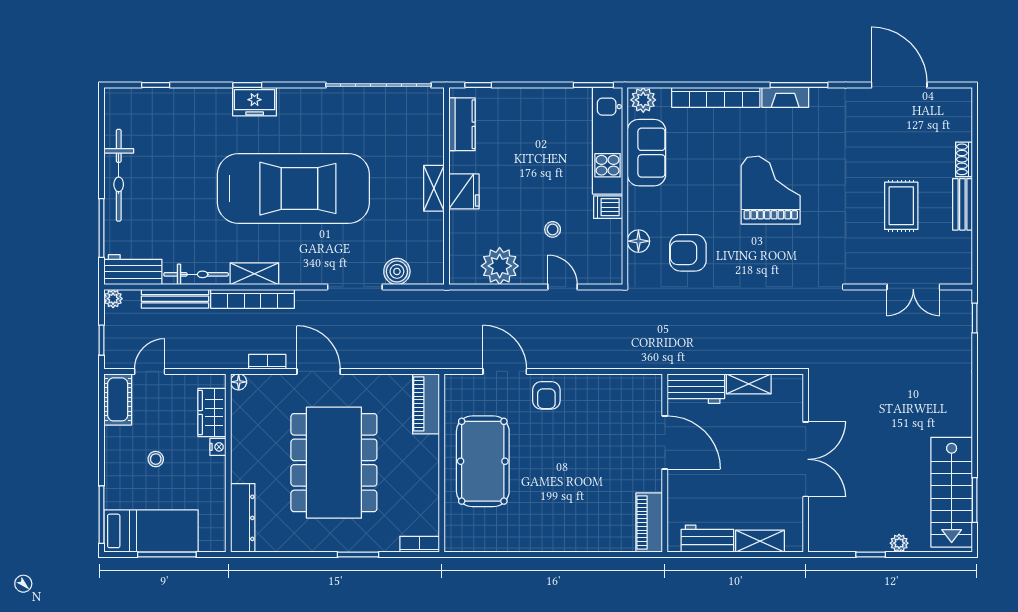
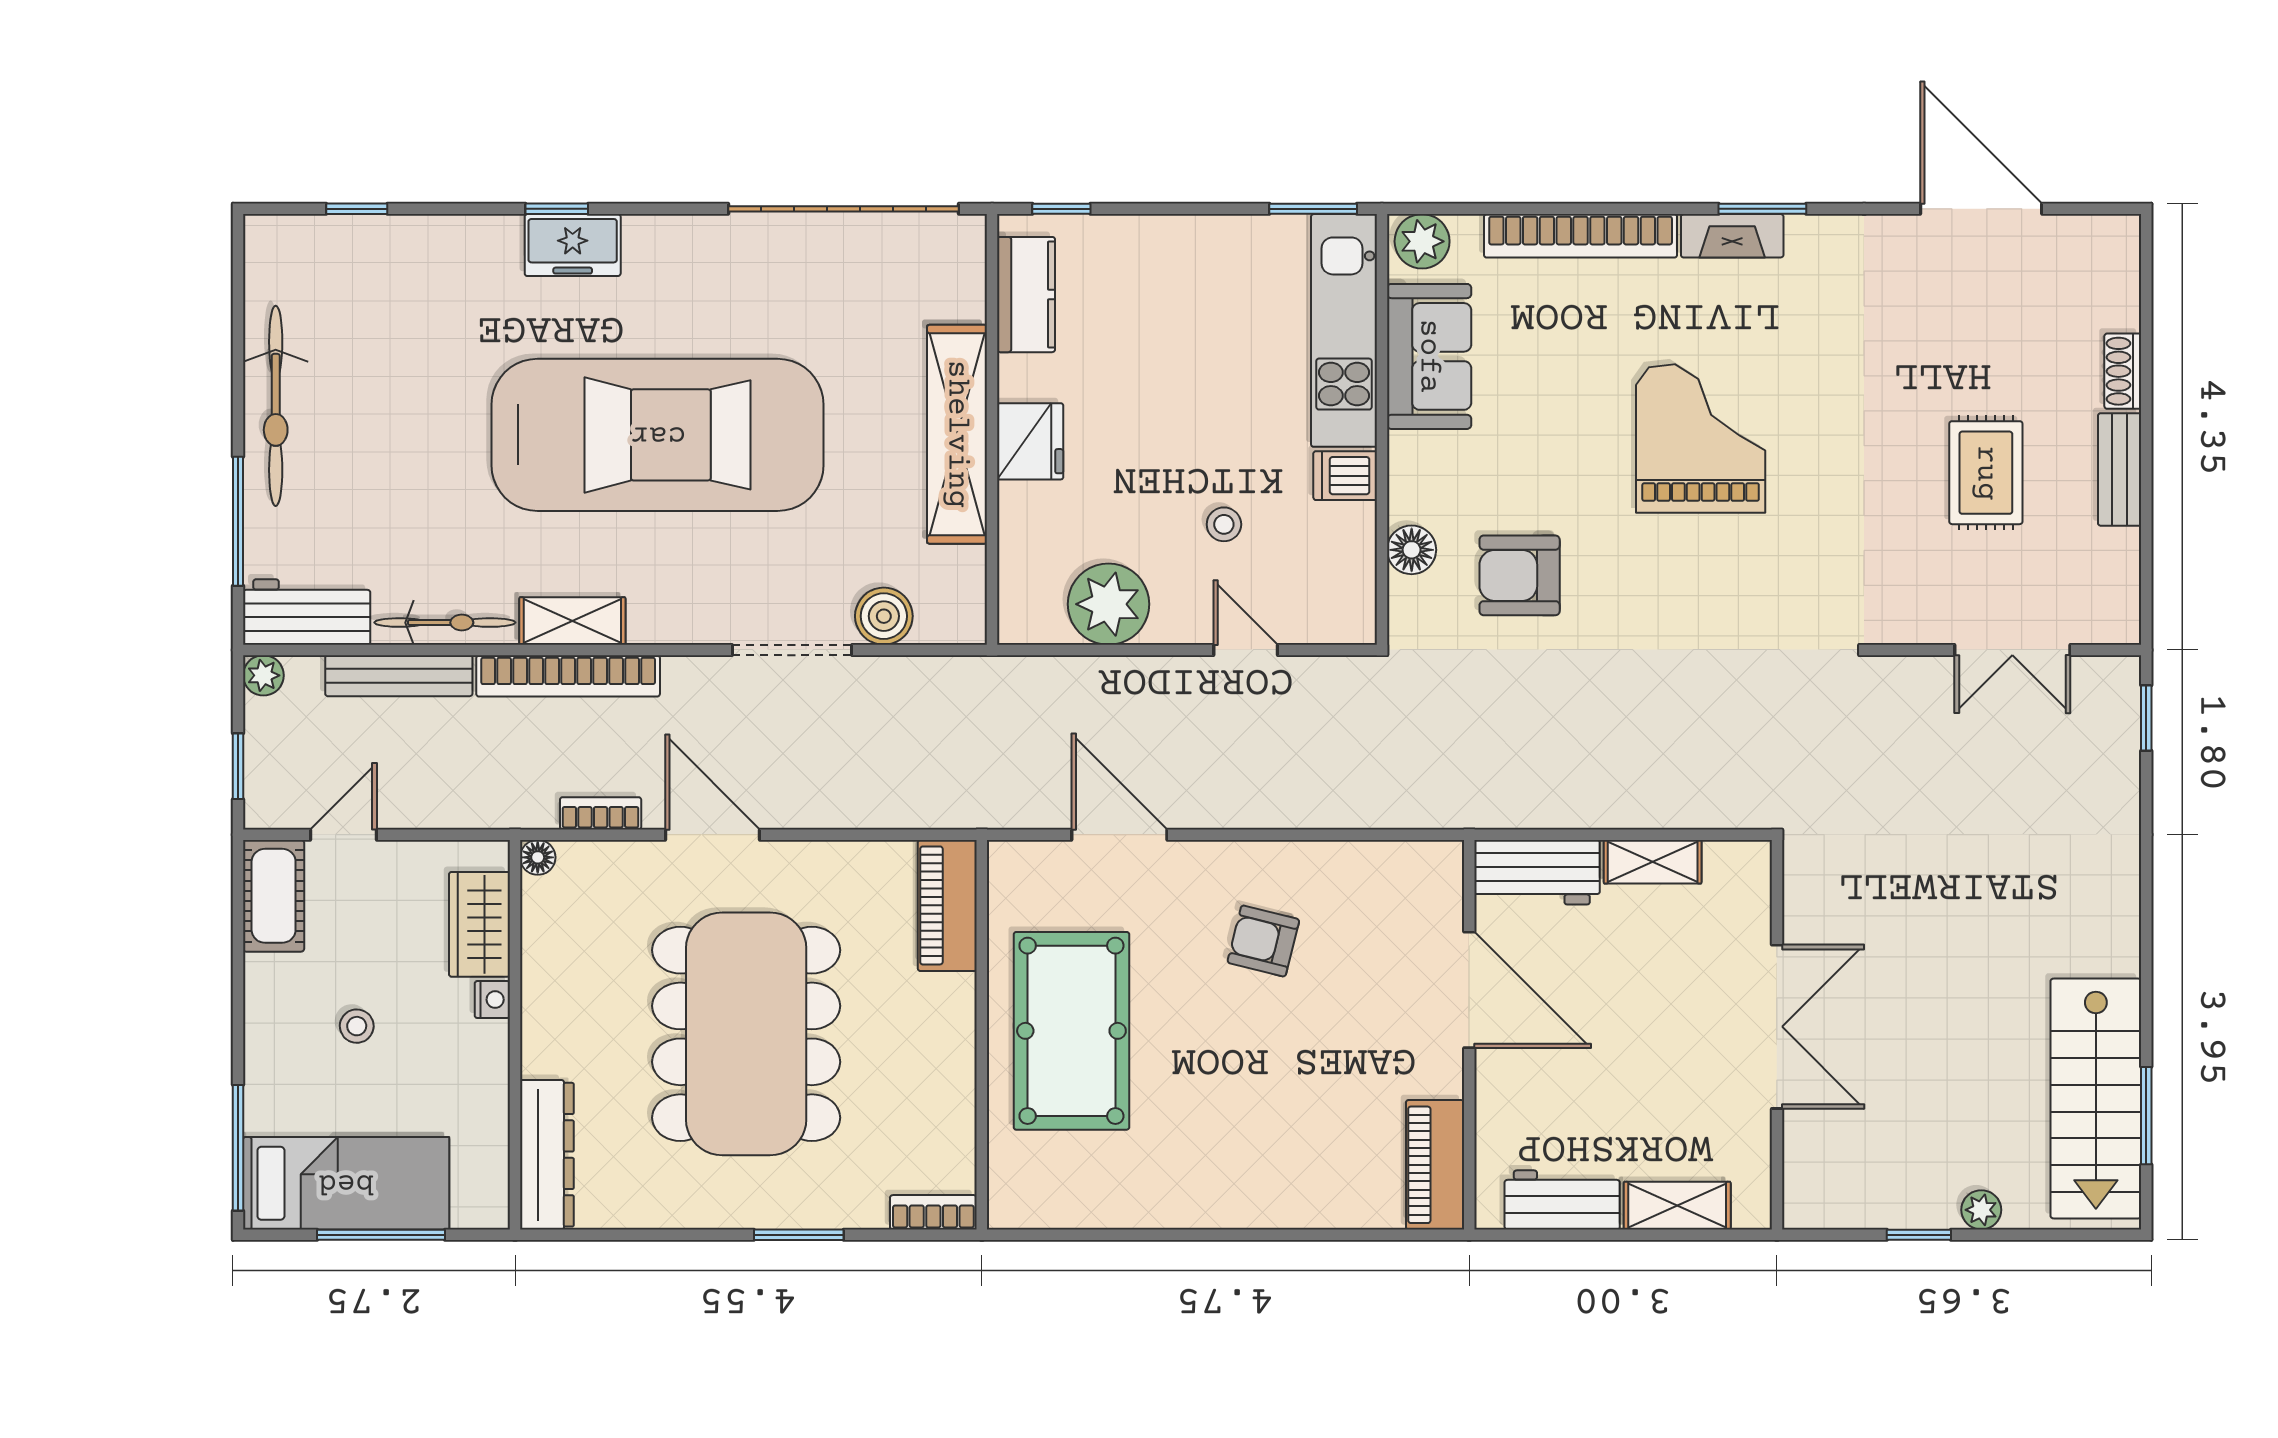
window: (799, 85) -> (1762, 209), width x0.69
shelving: (434, 188) -> (957, 434), width x2.20, depth x1.33
armchair: (546, 395) -> (1263, 941), moved, turned 104

